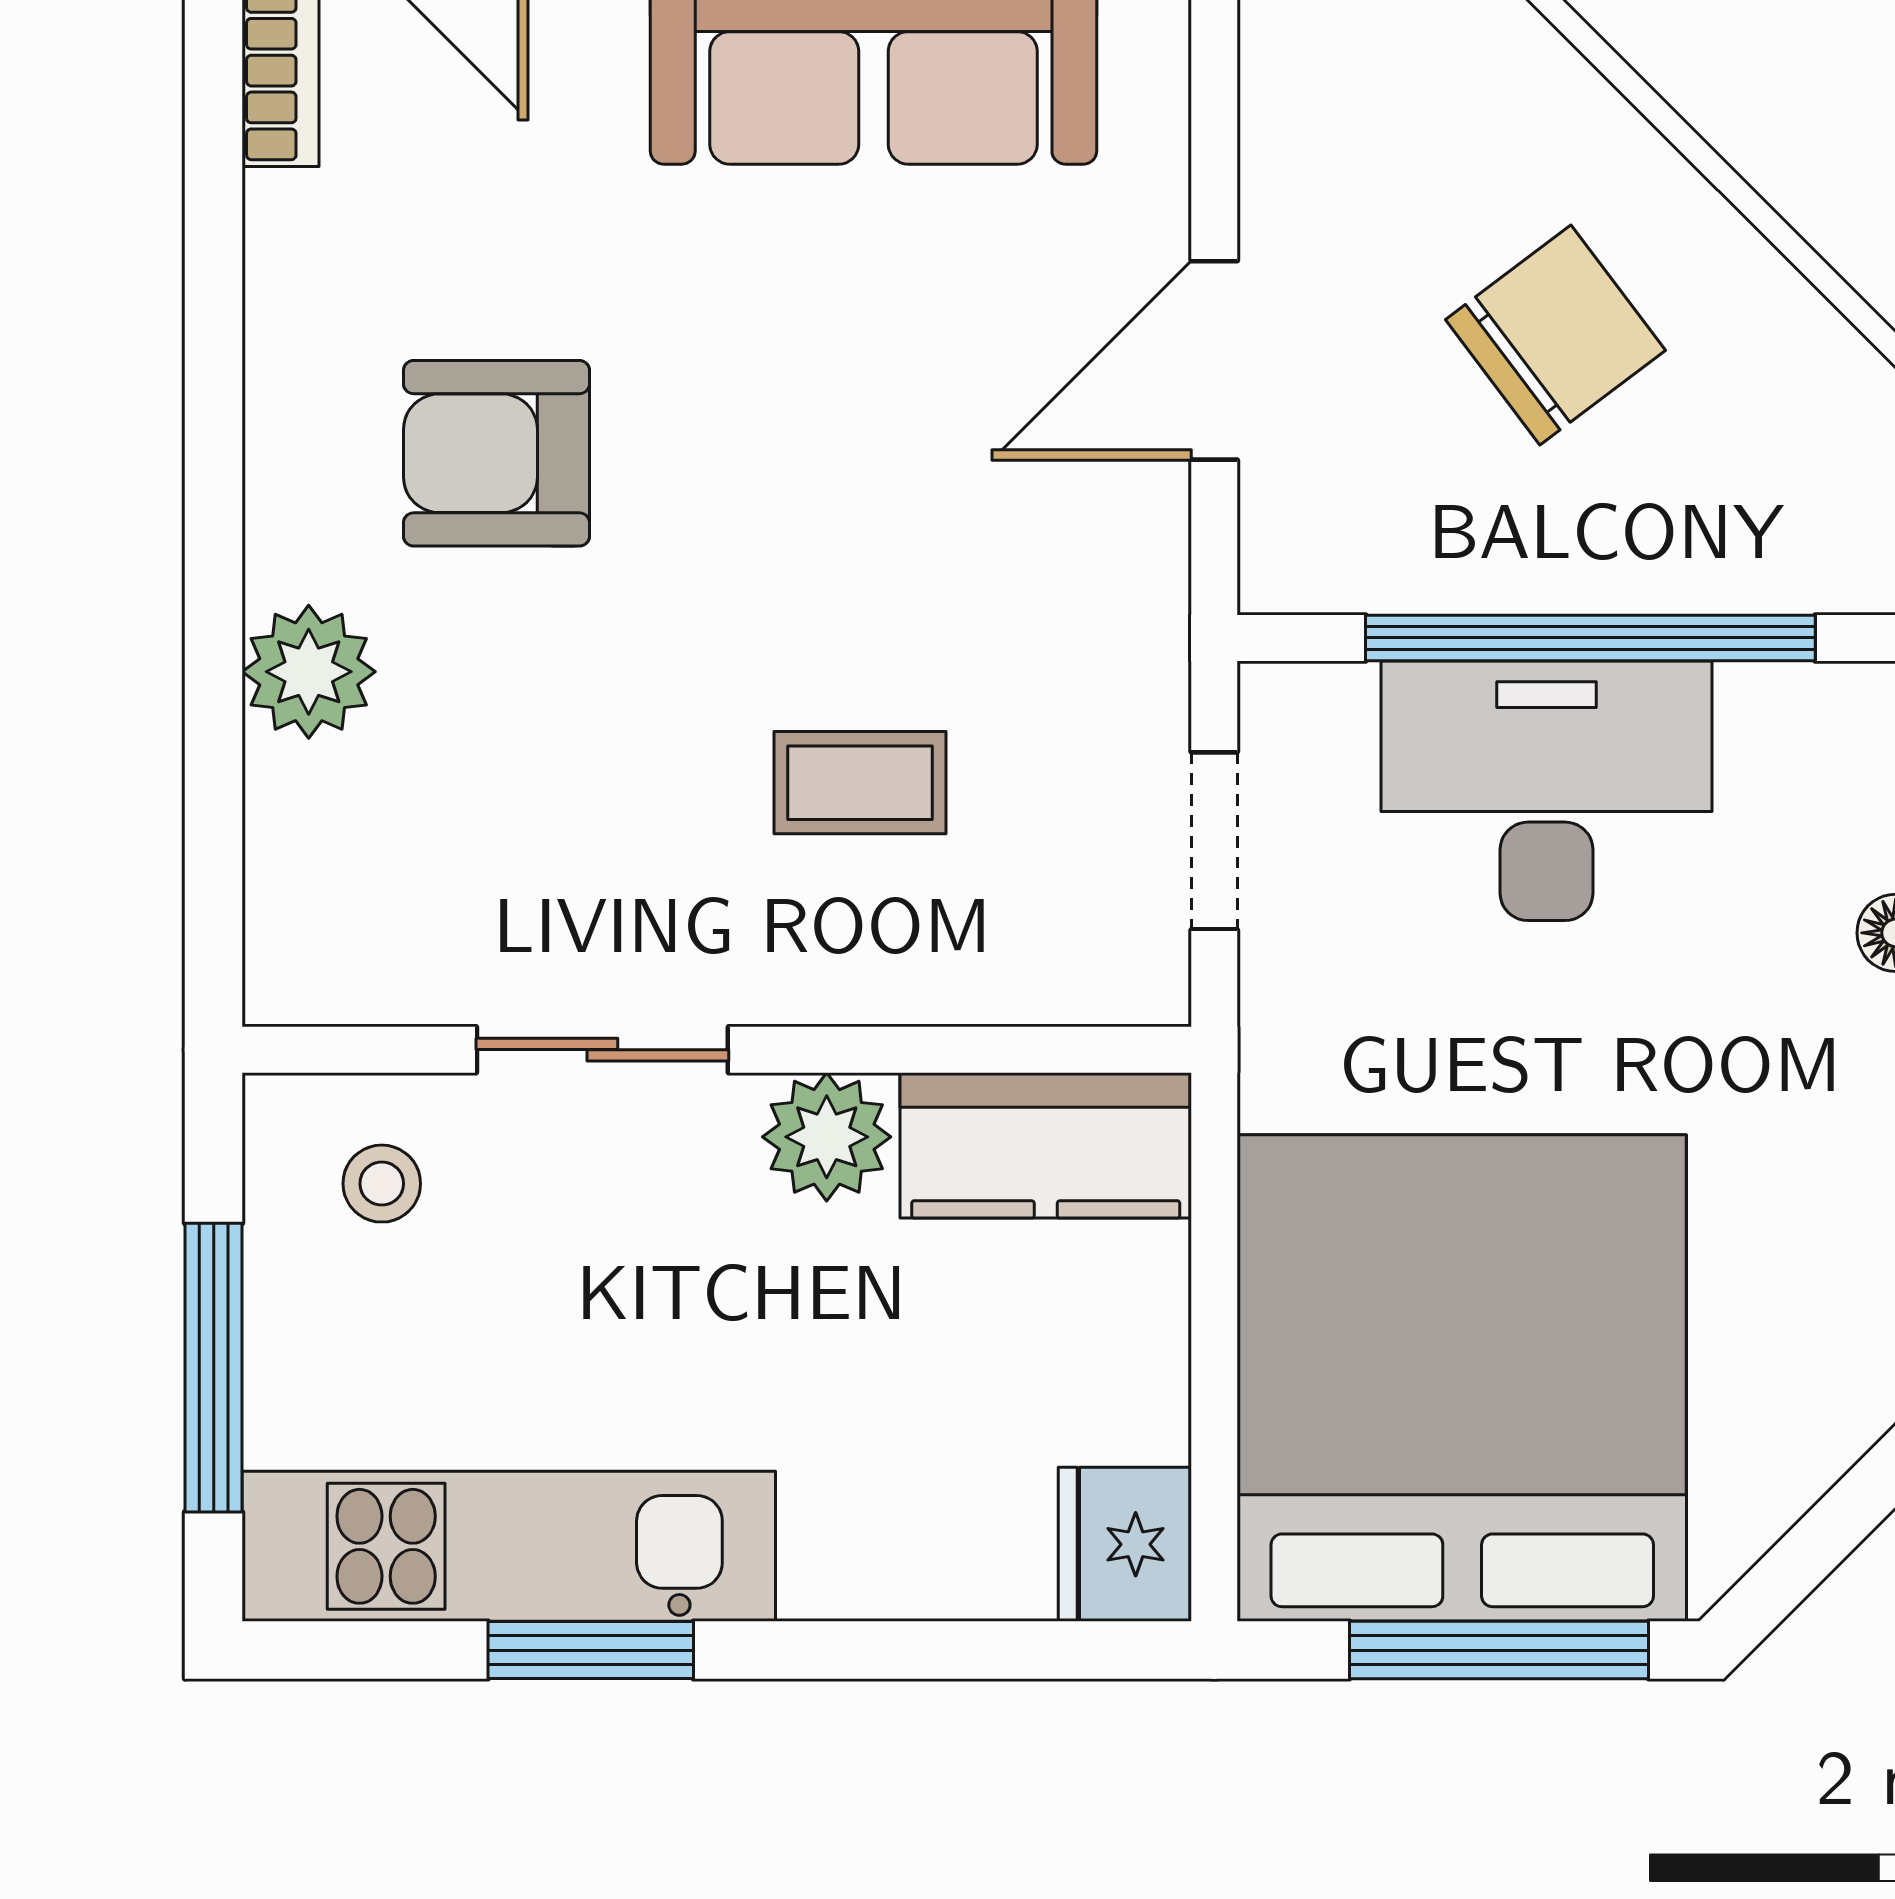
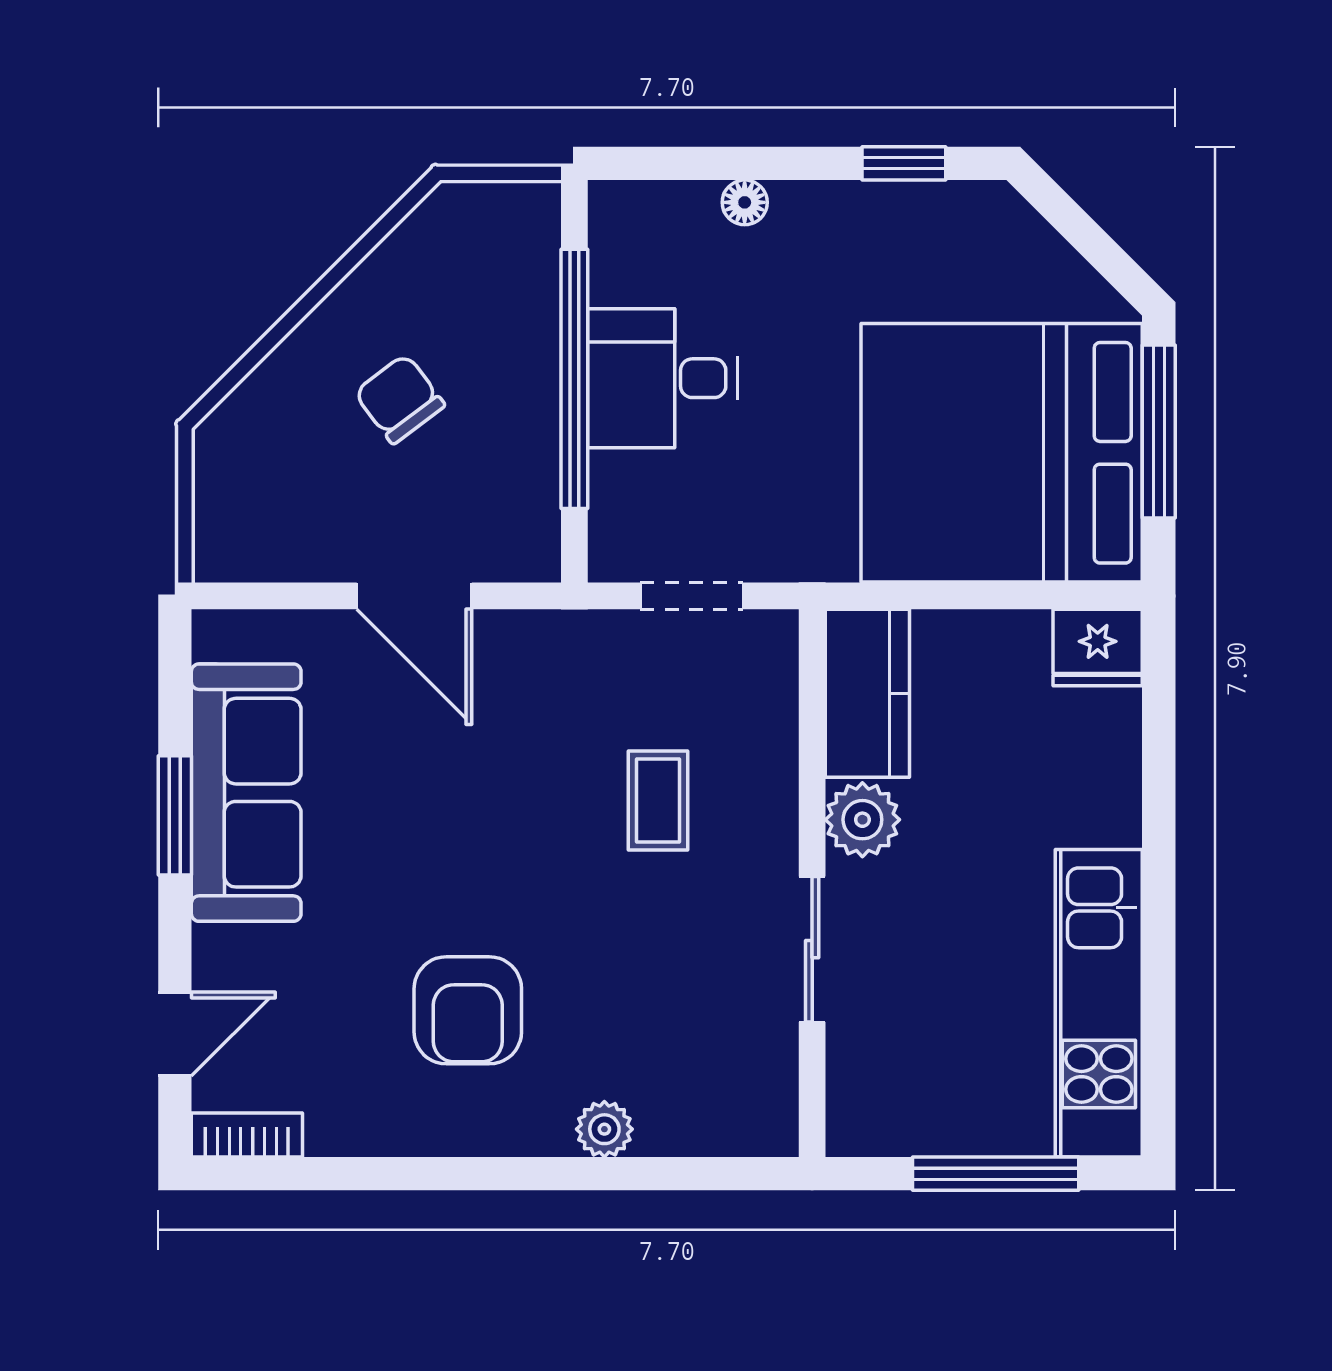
chair: (1555, 335) -> (400, 399), width x0.73, depth x0.73
plant: (309, 672) -> (604, 1129), width x0.73, depth x0.73
desk: (1547, 791) -> (663, 378), width x0.73
stool: (382, 1184) -> (889, 1077), removed
window: (591, 1650) -> (1159, 956), removed

